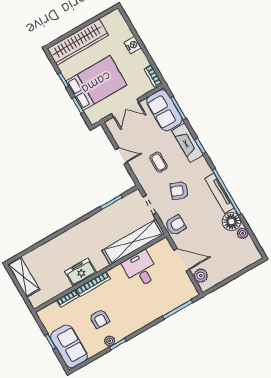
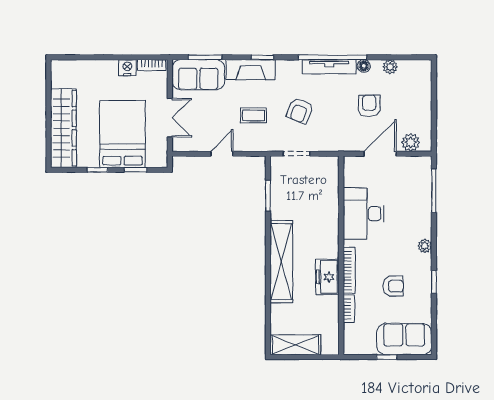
nightstand: (133, 45) -> (127, 68), moved
floor lamp: (231, 222) -> (364, 66), width x0.53, depth x0.53
armchair: (176, 225) -> (369, 106), moved
shelving: (133, 242) -> (281, 262), moved
desk: (141, 269) -> (364, 214), width x1.37
plant: (110, 341) -> (425, 246), moved

